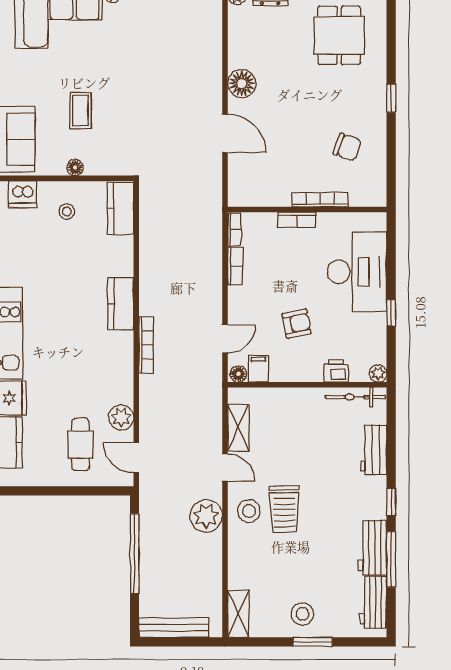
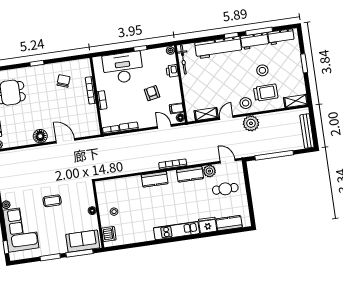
coffee table: (81, 111) -> (52, 201), moved
door: (225, 134) -> (65, 141), hinge flipped
kitchen counter: (121, 209) -> (190, 174), moved
workbench: (374, 450) -> (218, 48), width x1.88, depth x1.32
door: (136, 458) -> (228, 161), swing flipped
trolley: (284, 509) -> (266, 93), moved
stool: (302, 614) -> (262, 70), moved

